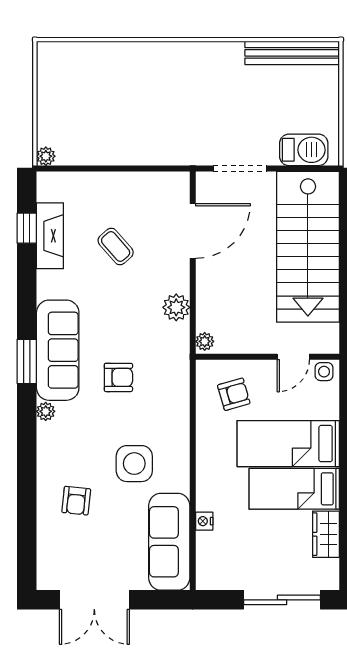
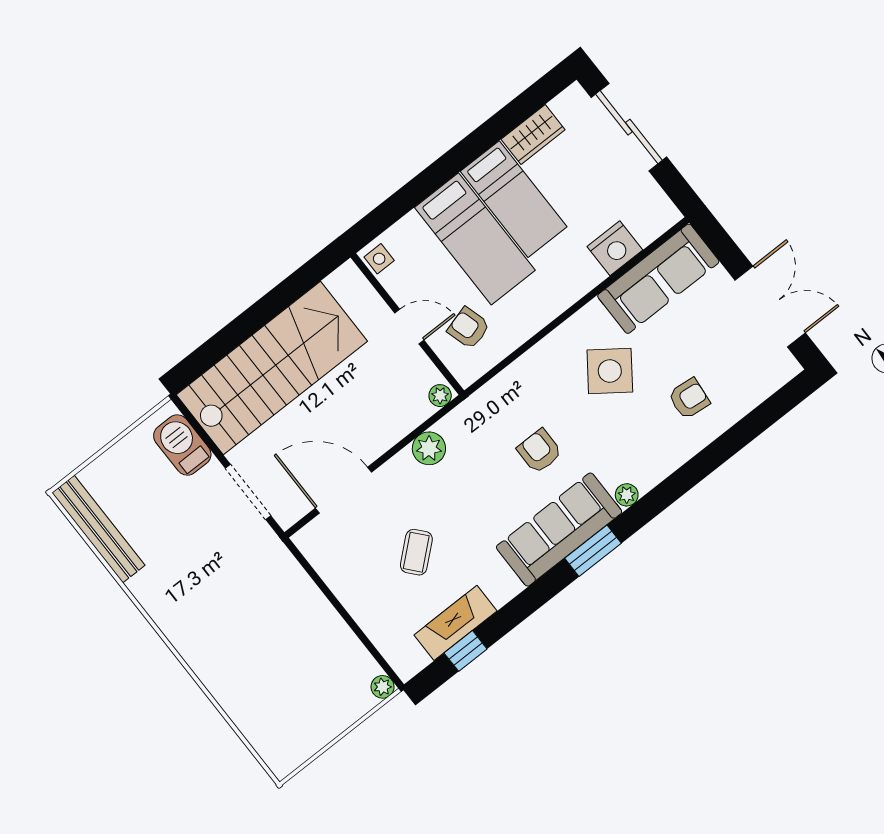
door: (293, 357) -> (409, 327), moved
side table: (134, 464) -> (610, 371), turned 36
nightstand: (204, 521) -> (615, 248), width x1.89, depth x1.79

